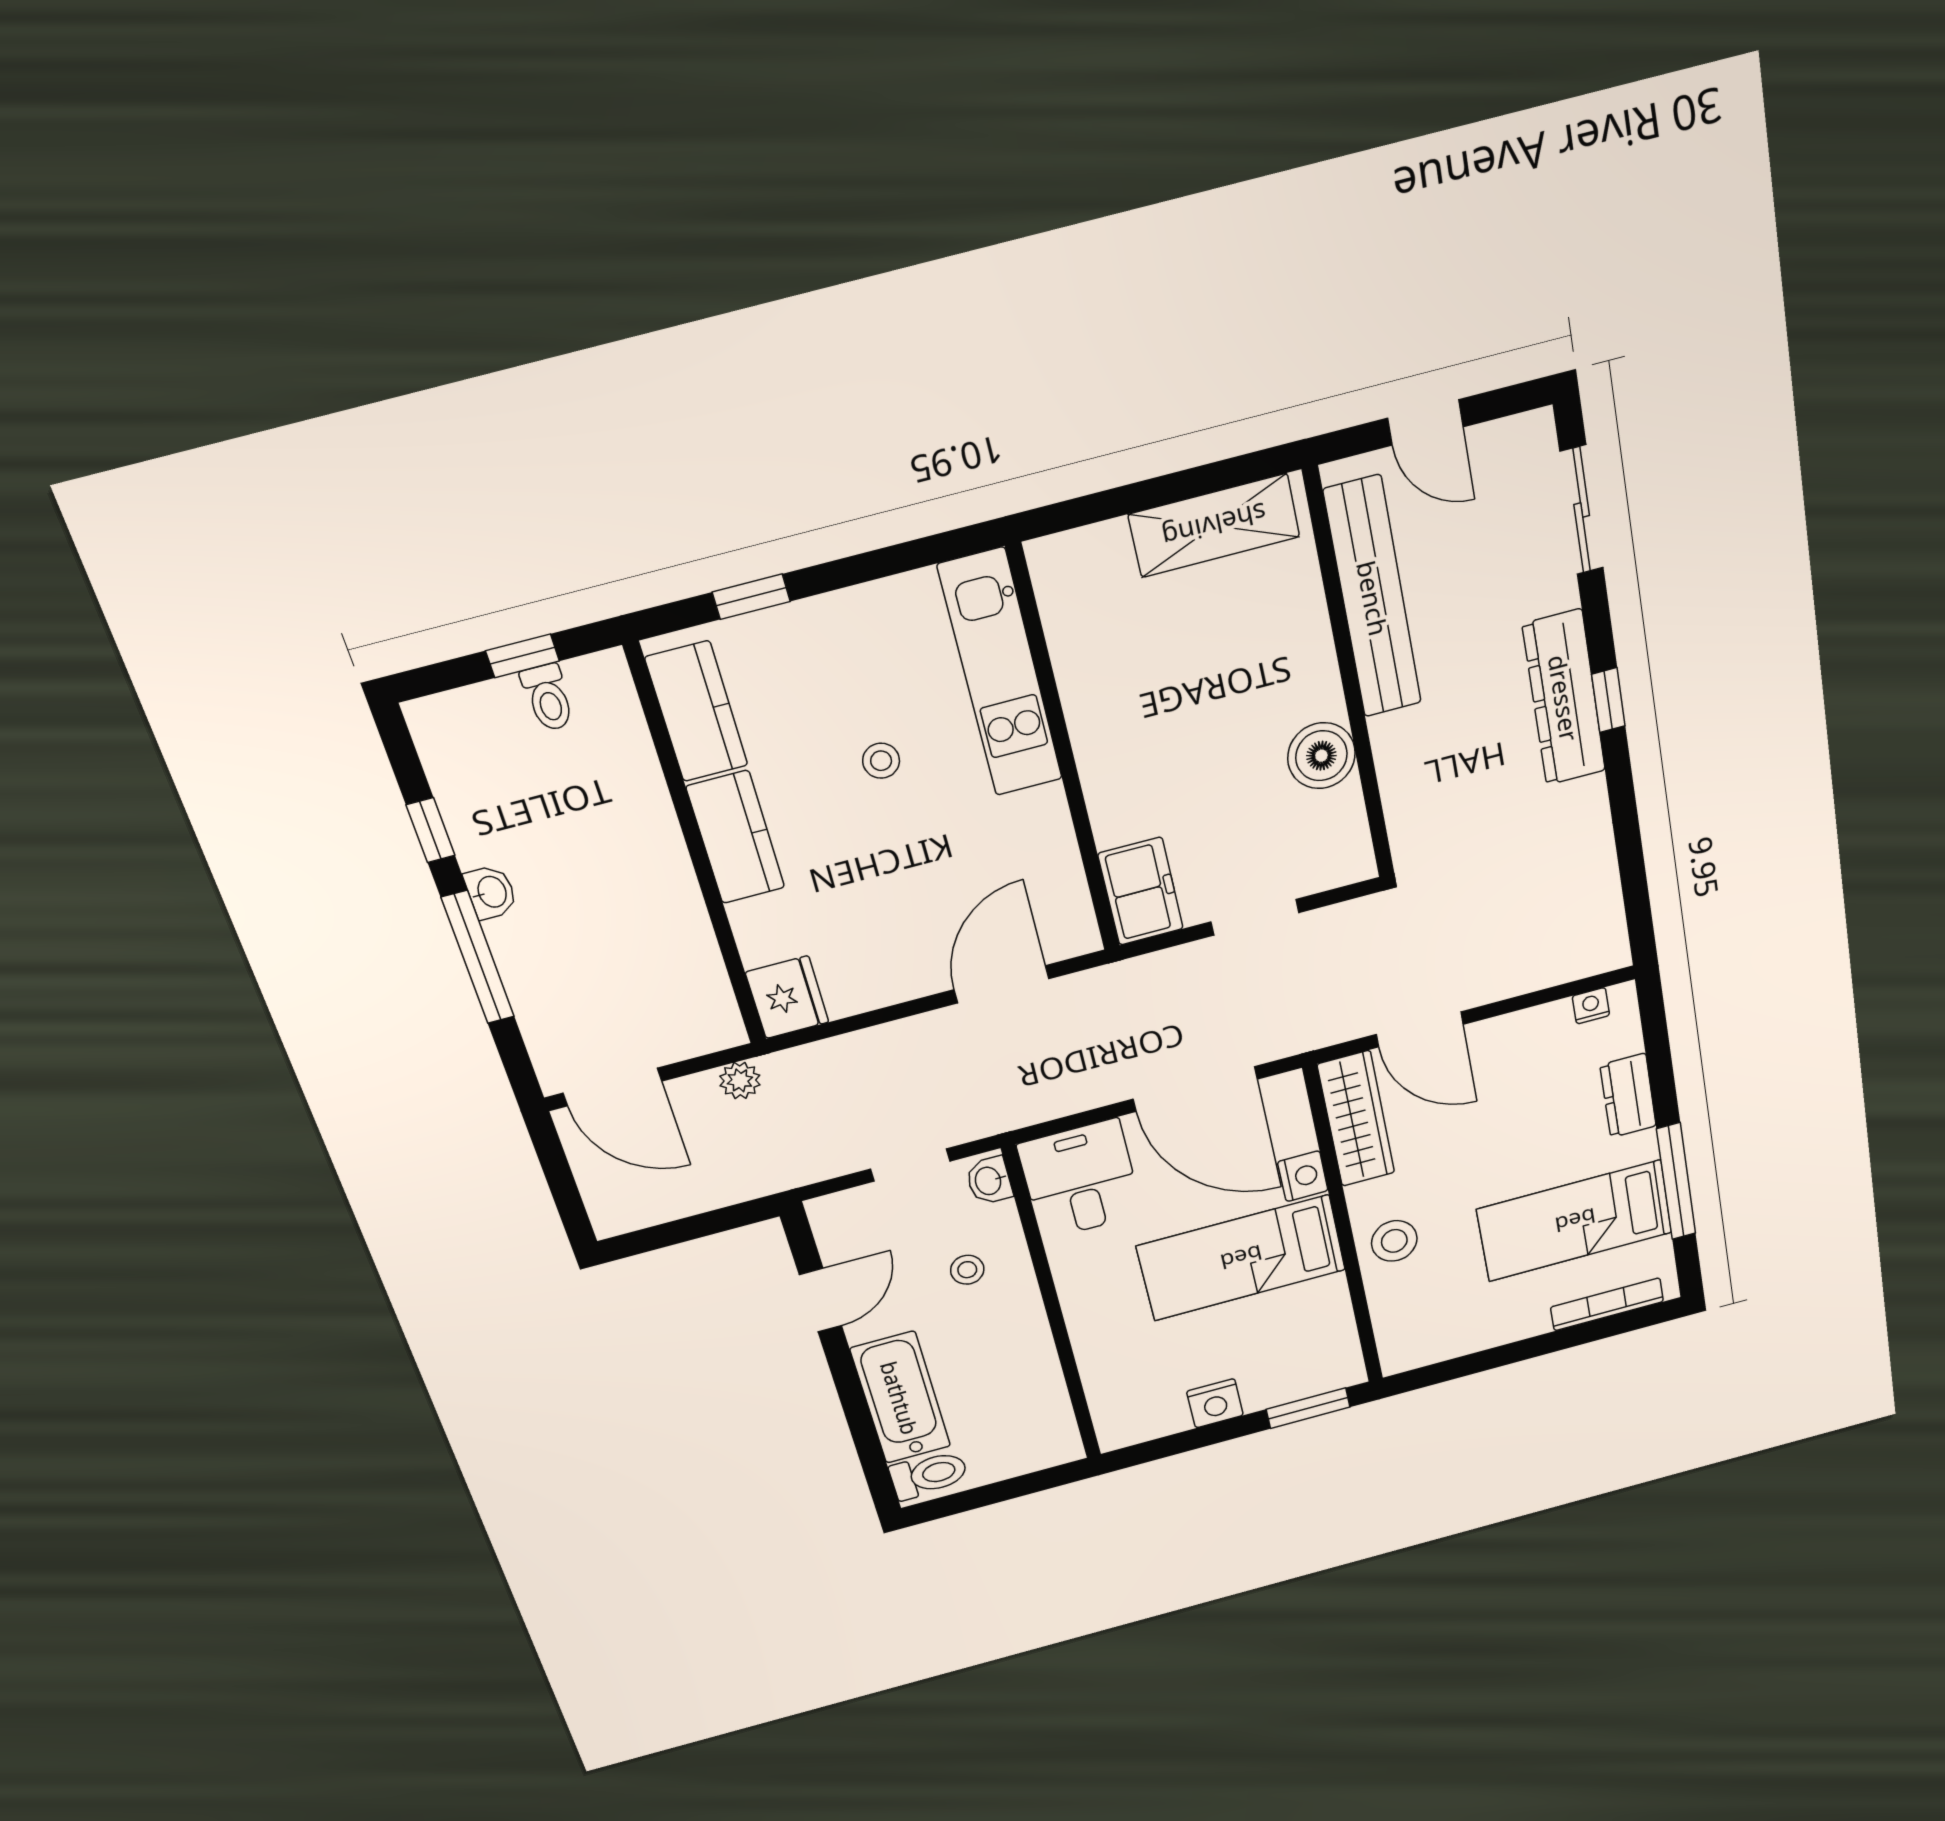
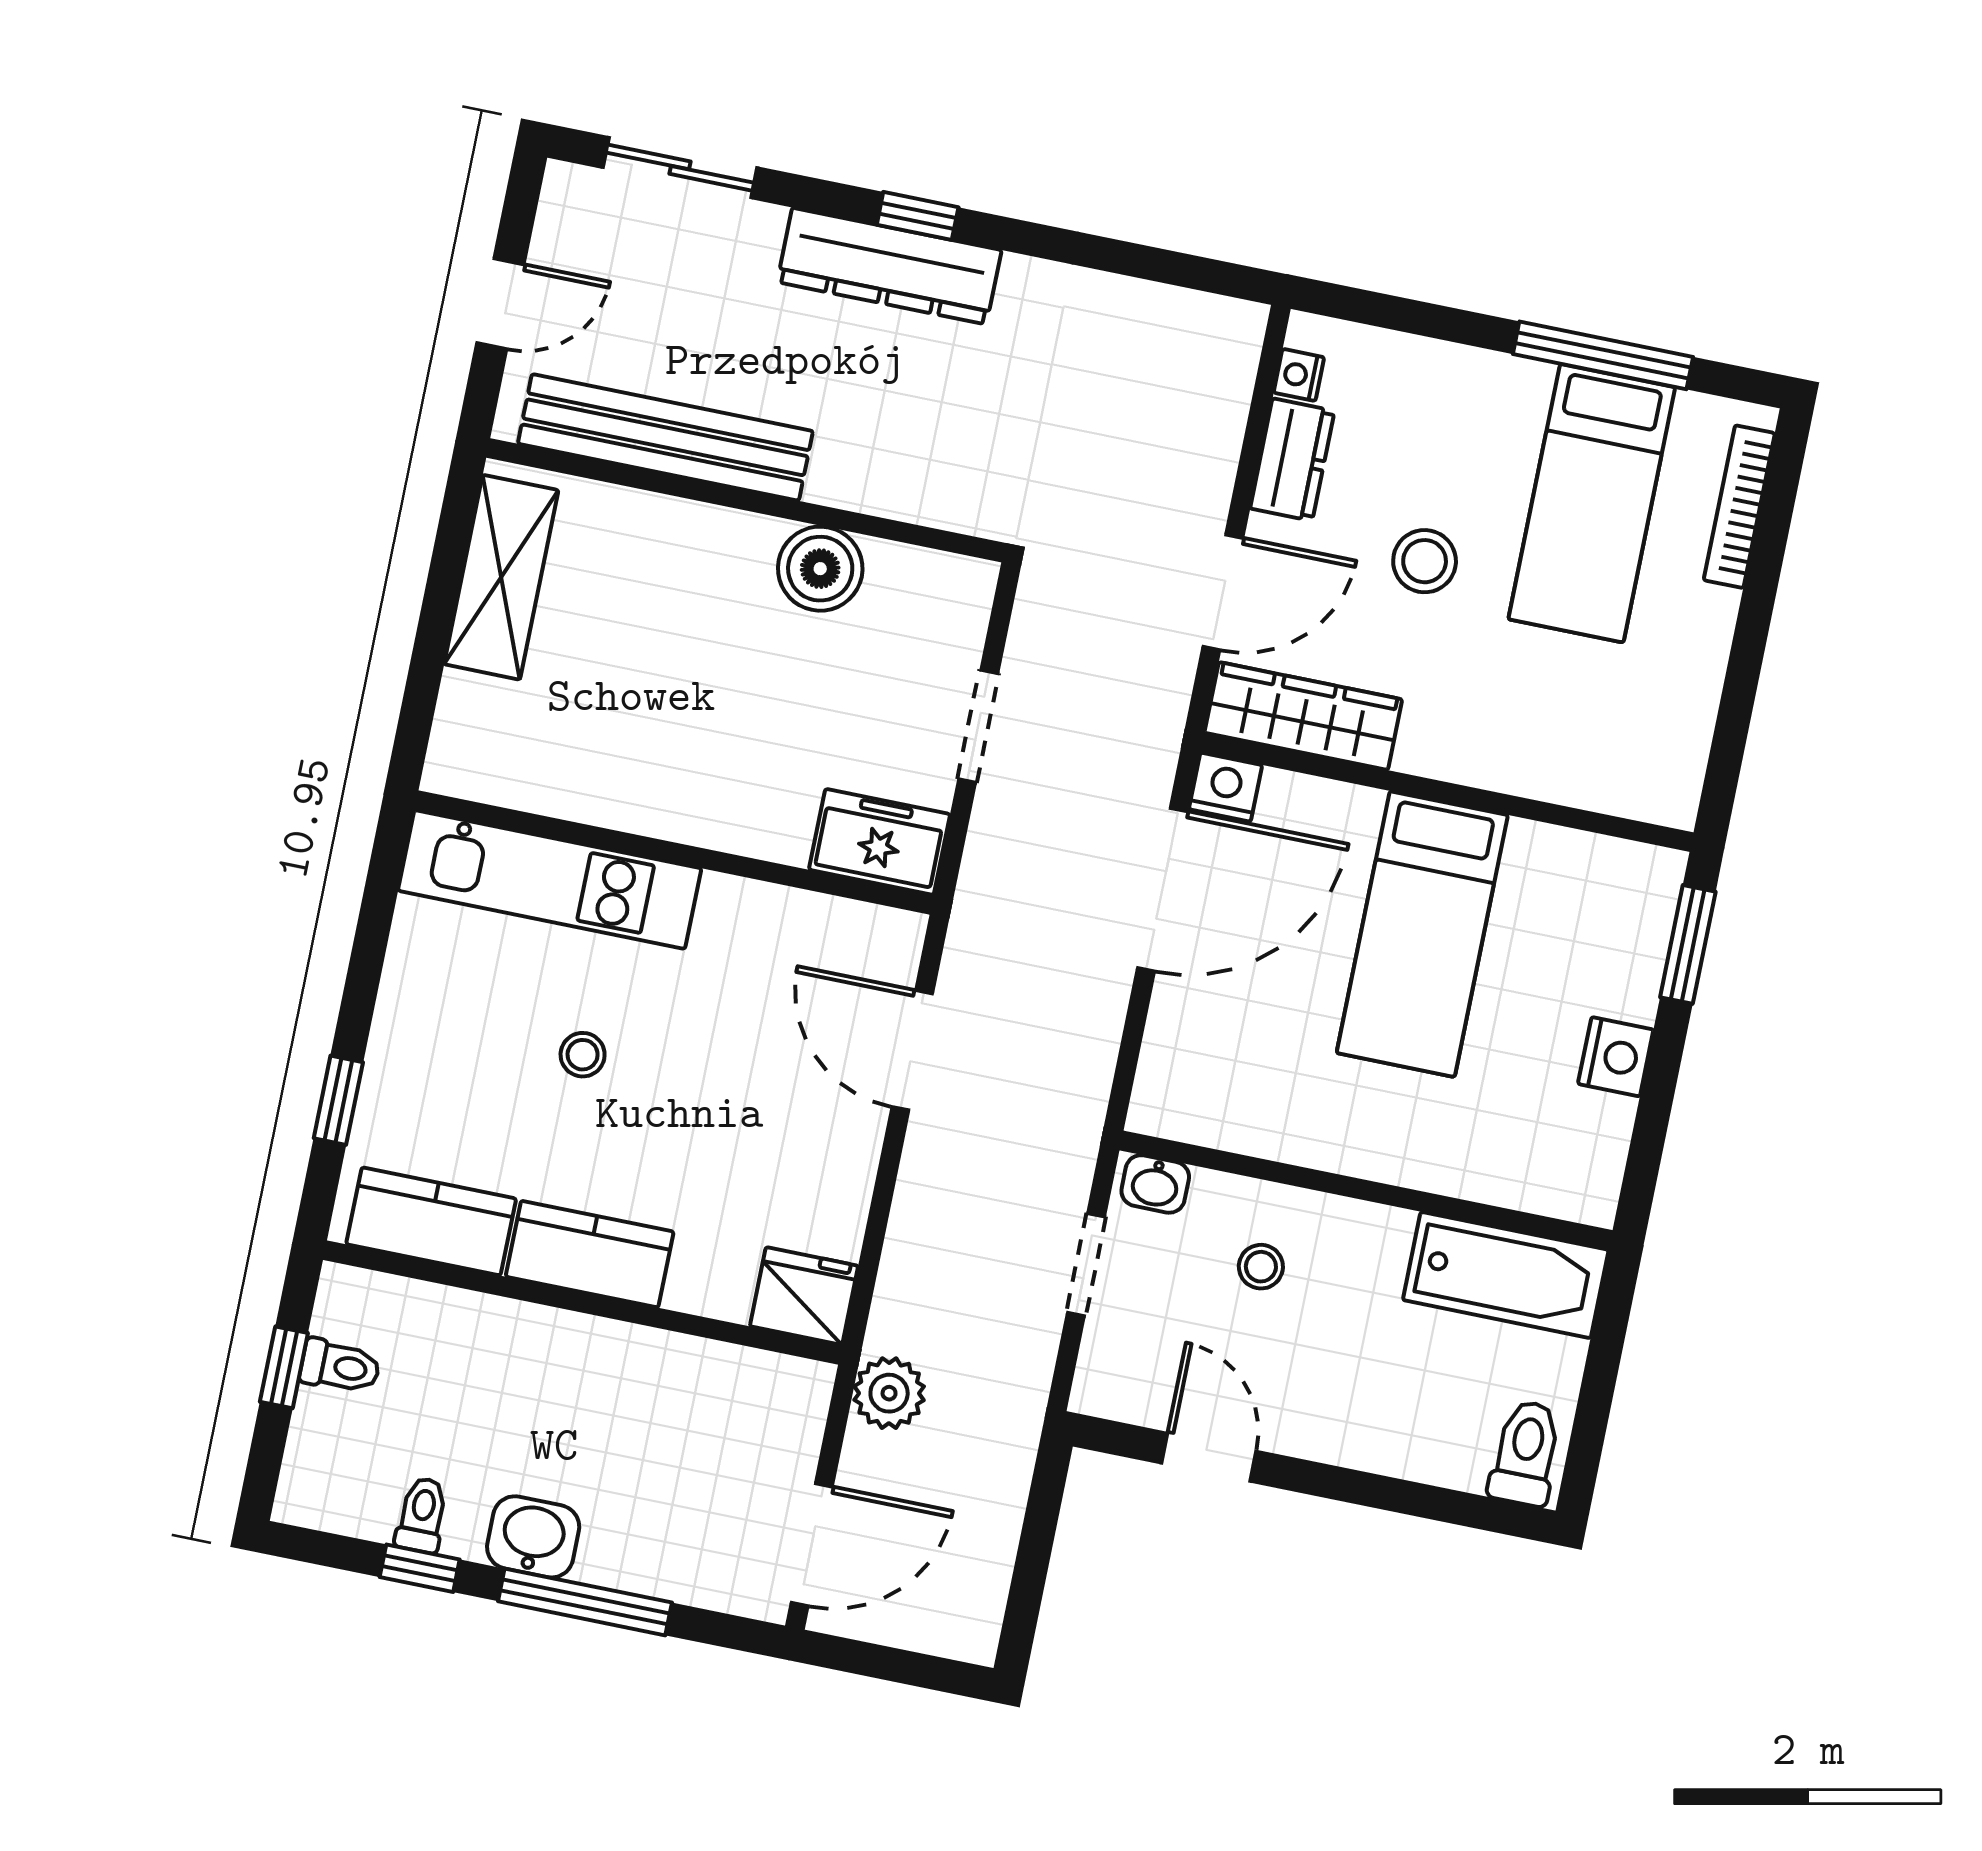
toilet: (471, 812) -> (422, 1515), added
washbasin: (491, 892) -> (533, 1537), width x1.38, depth x1.45
plant: (740, 1080) -> (889, 1393), width x1.38, depth x1.38
dresser: (1628, 1096) -> (1292, 460), moved, turned -90
nightstand: (1303, 1176) -> (1226, 787), moved
desk: (1080, 1180) -> (1211, 1078), removed
stool: (1394, 1241) -> (1425, 561), moved
bathtub: (900, 1398) -> (1506, 1275), moved, turned 180

